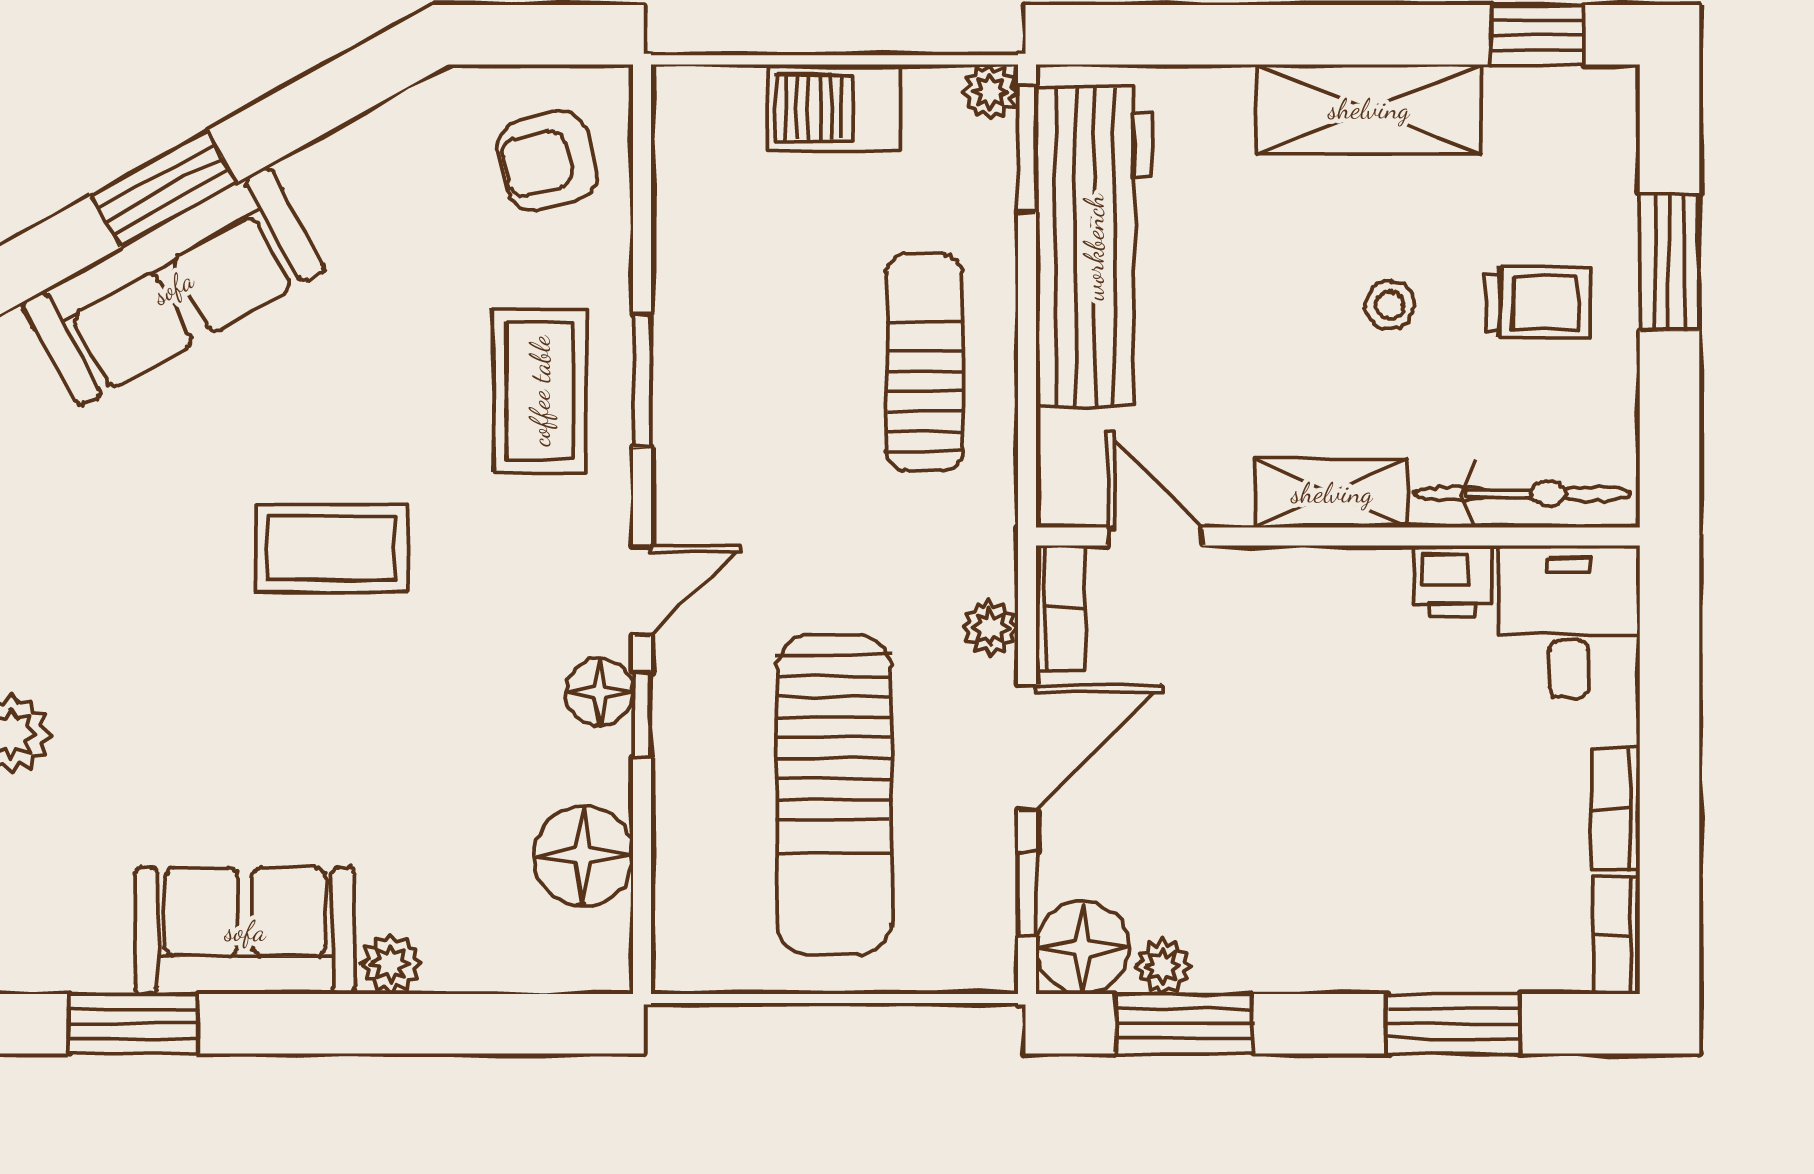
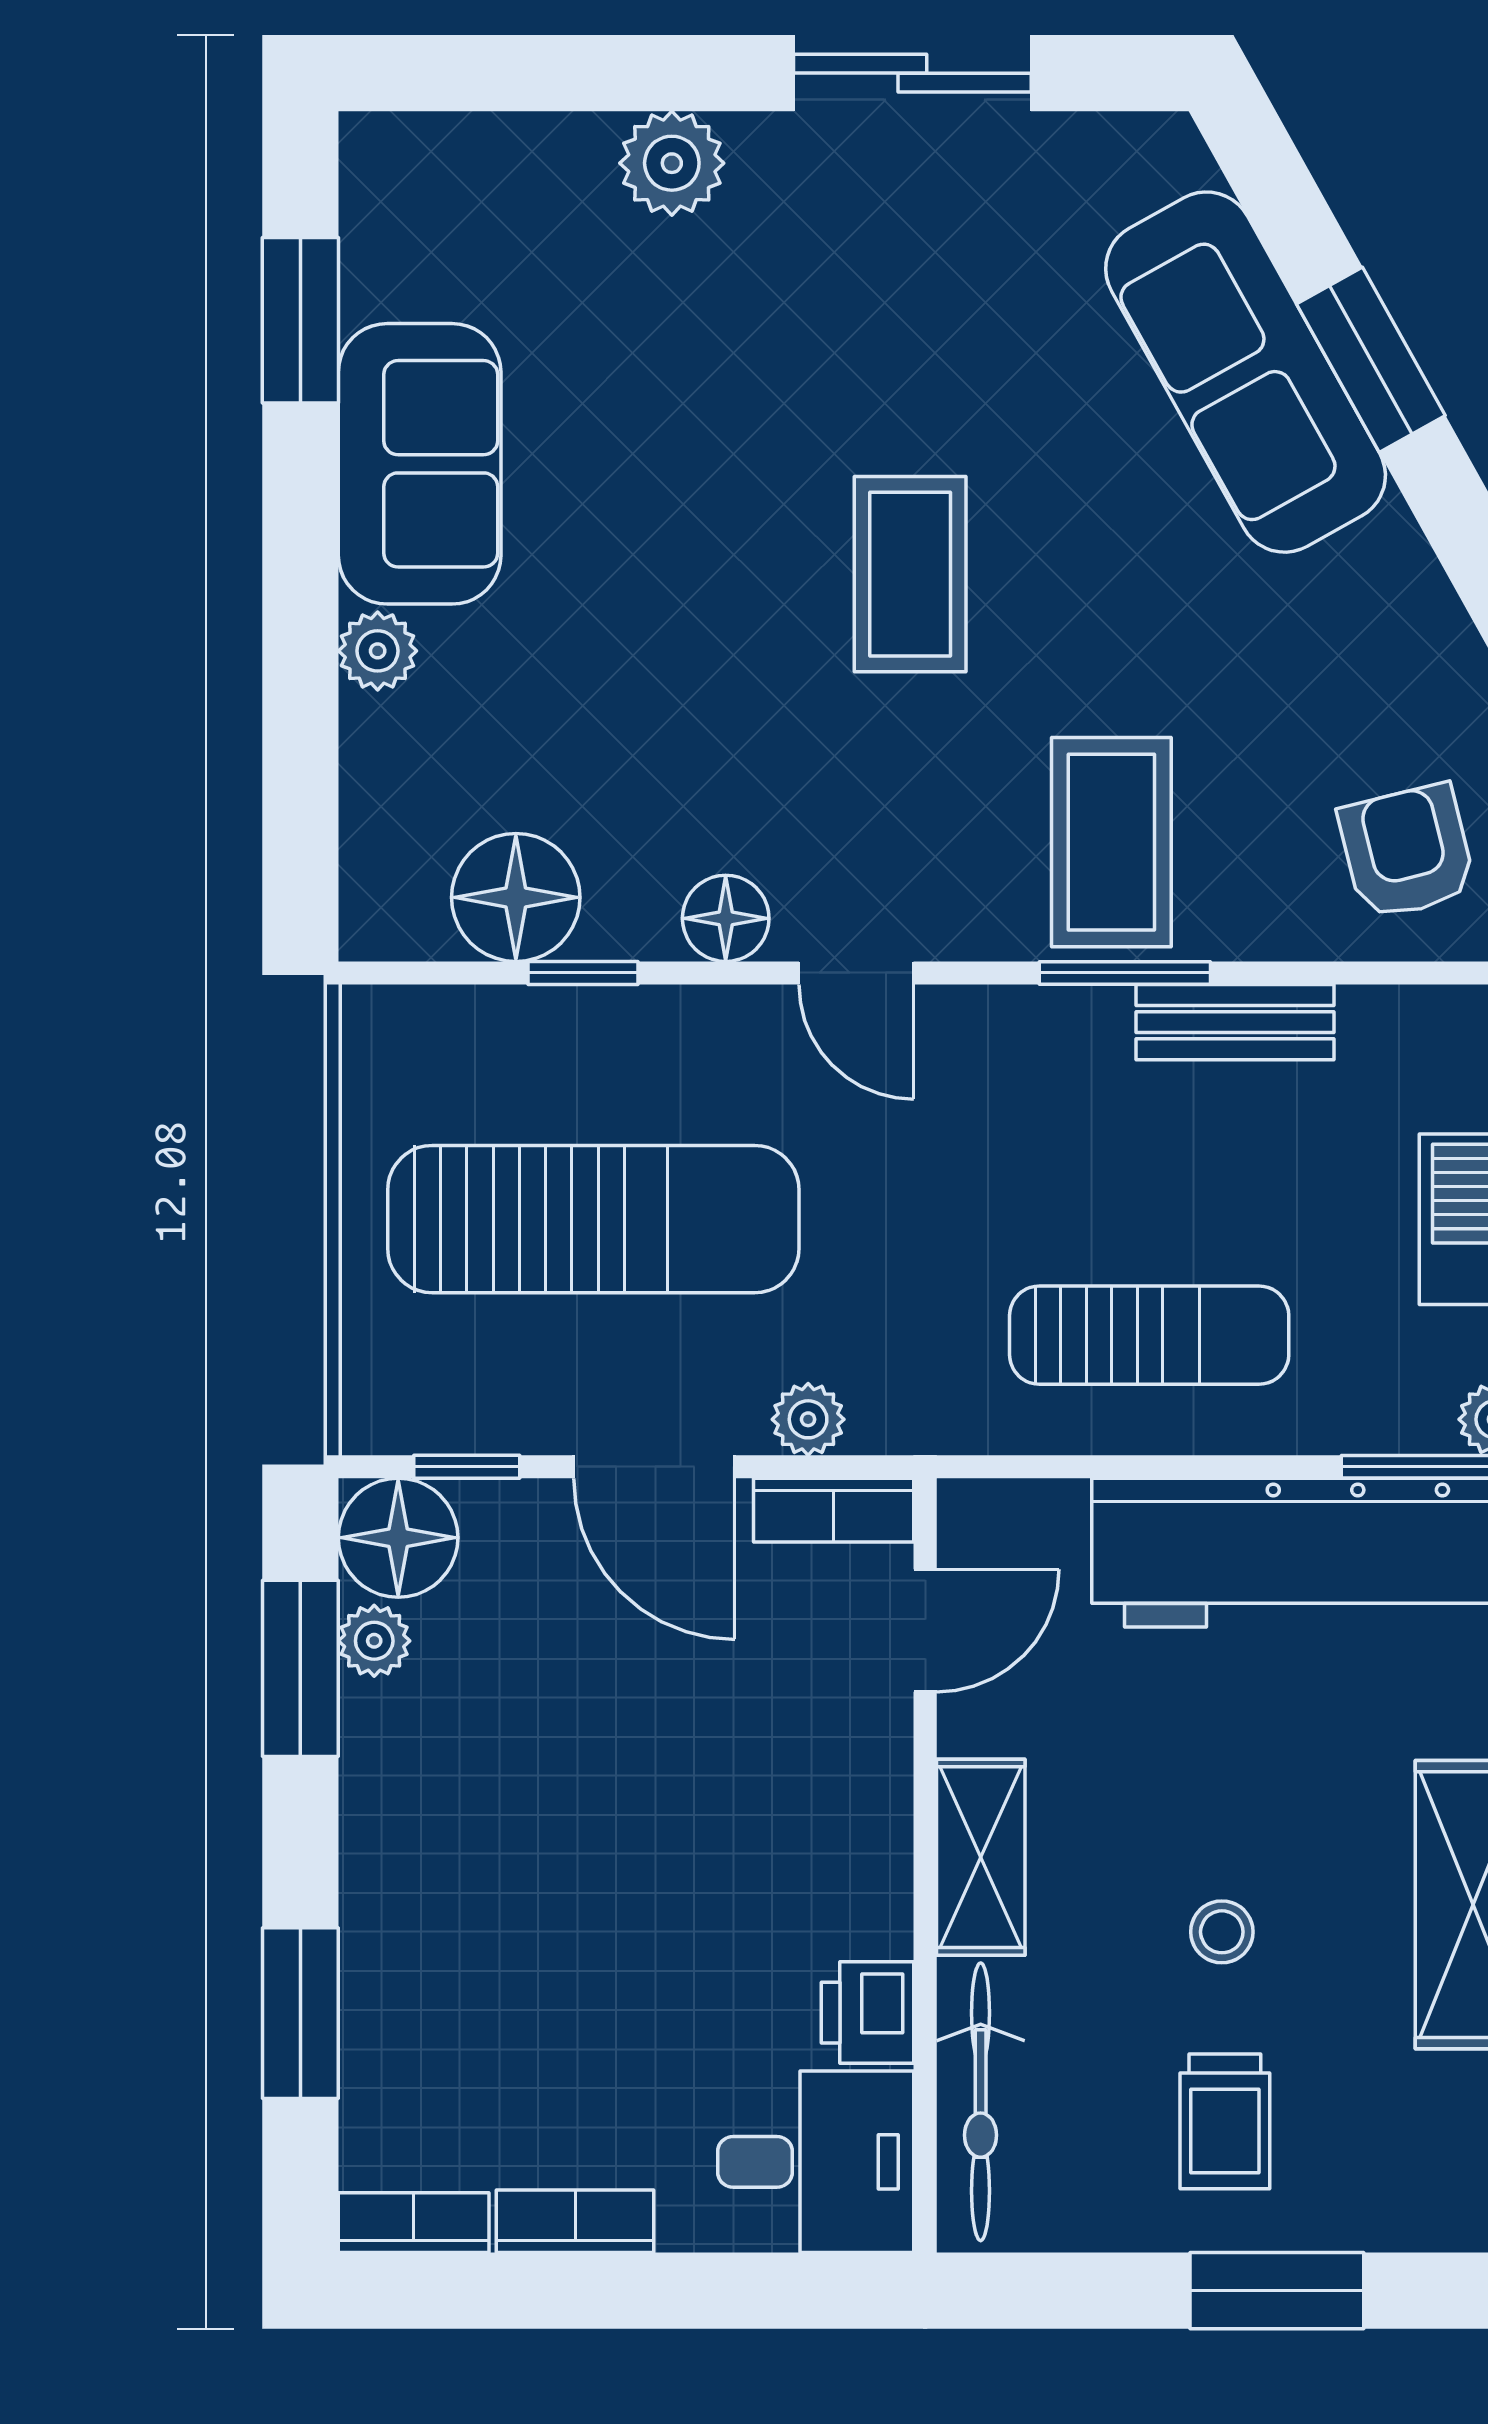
bench: (680, 295) -> (1235, 1022), added
coffee table: (540, 391) -> (1111, 842), turned 90
window: (642, 715) -> (583, 973), moved
sun lounger: (834, 795) -> (593, 1219), turned 180

